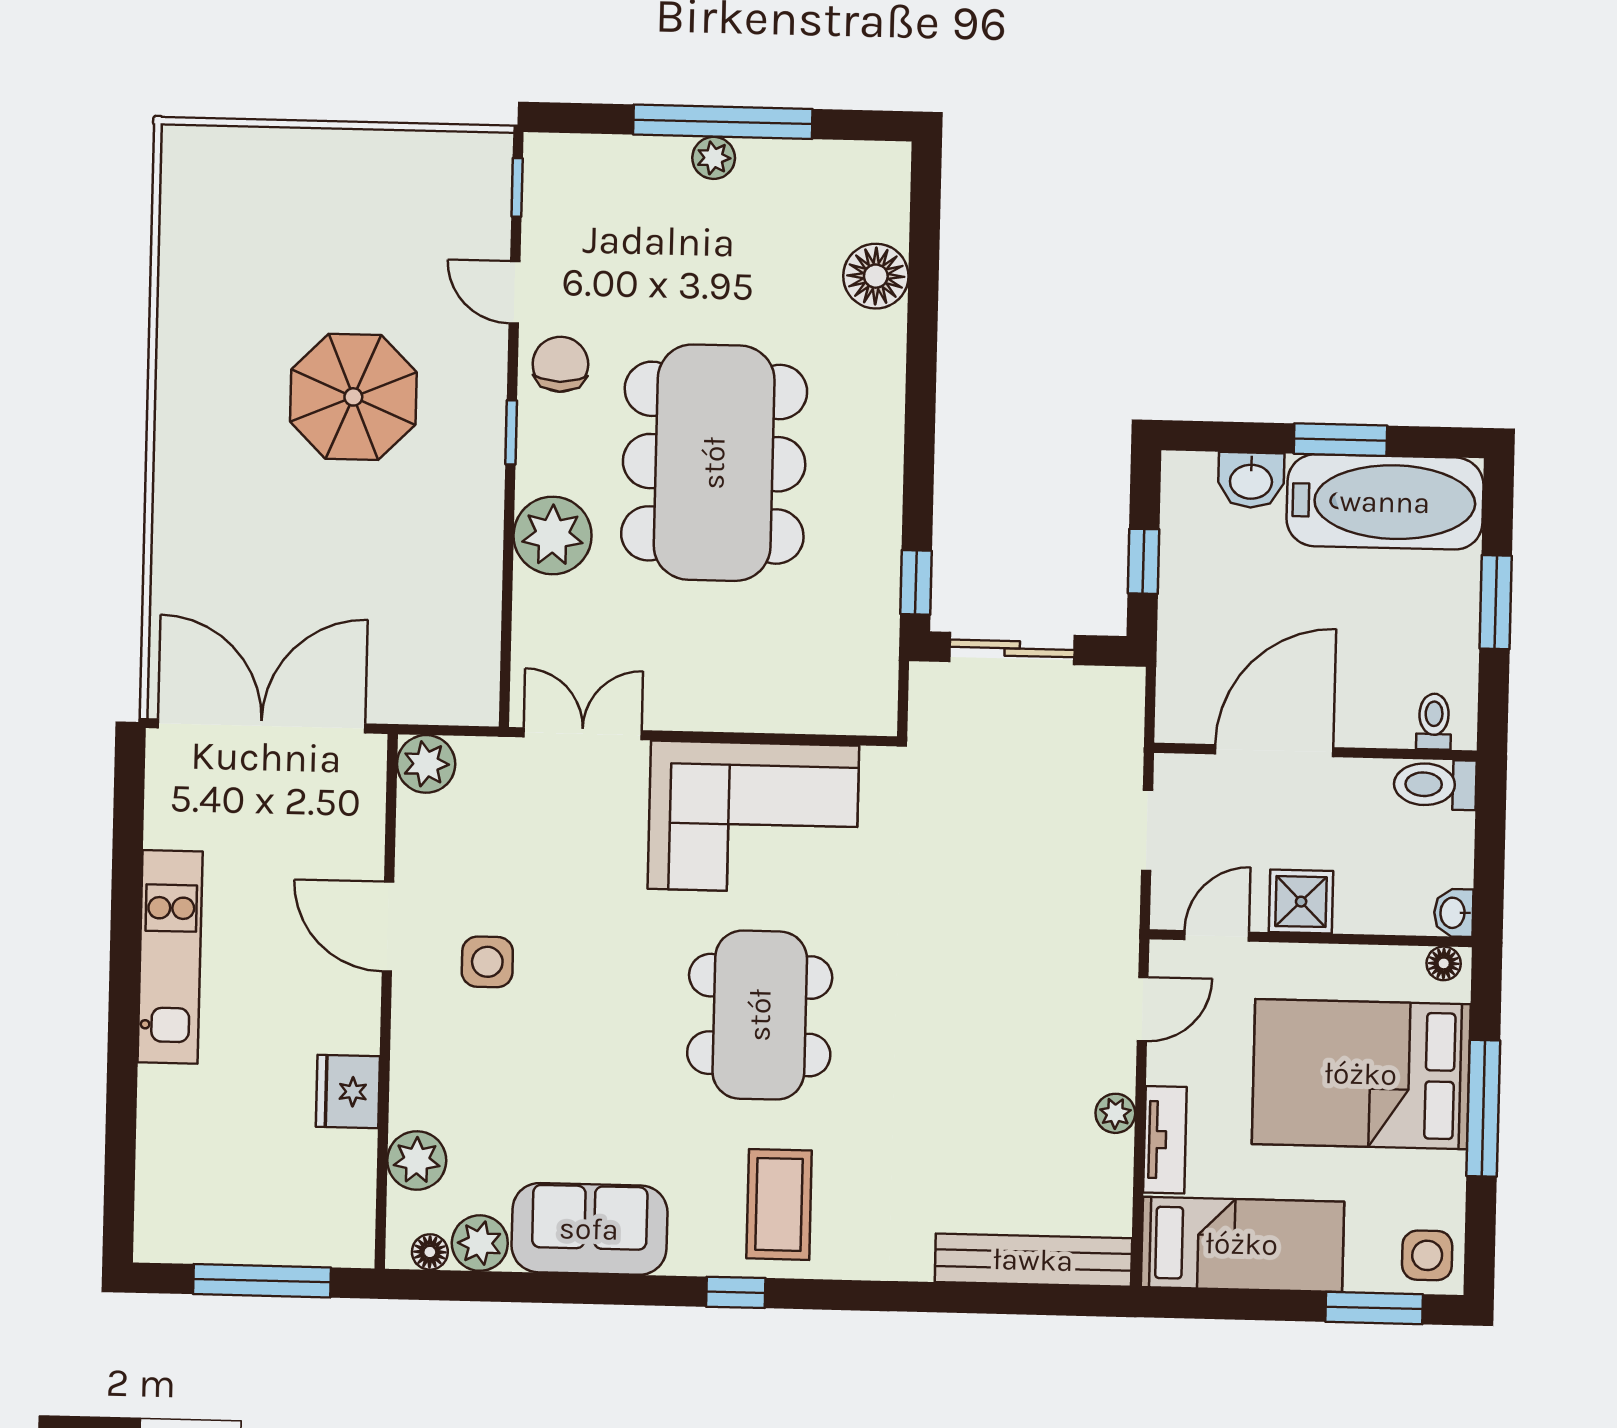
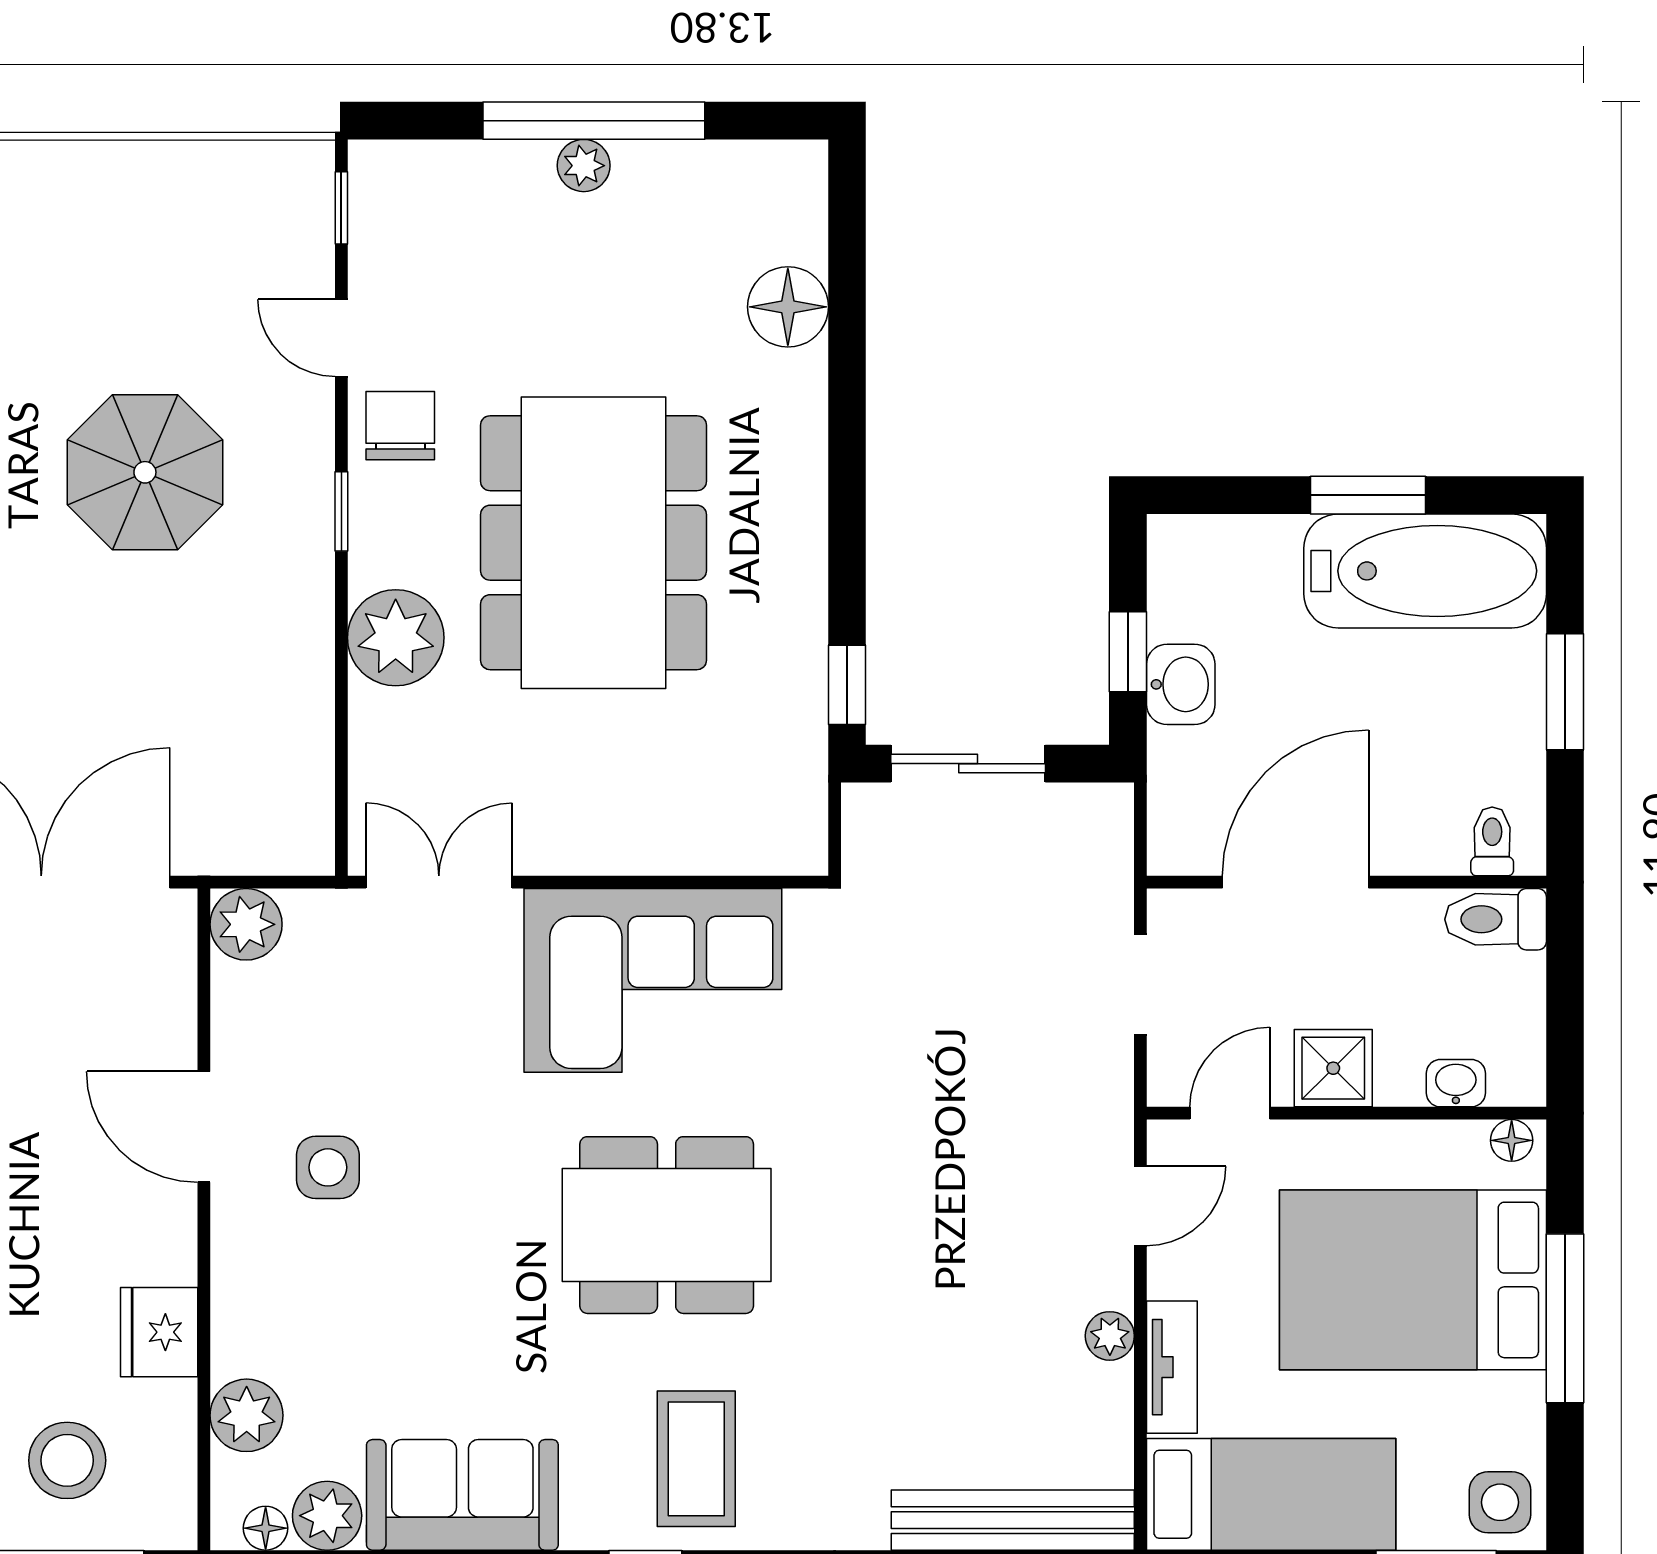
washbasin: (1251, 480) -> (1181, 684), moved, turned -90
washbasin: (1454, 913) -> (1456, 1083), moved, turned 90
dining table: (760, 1015) -> (667, 1225), turned 90
stool: (271, 1193) -> (67, 1460), added

